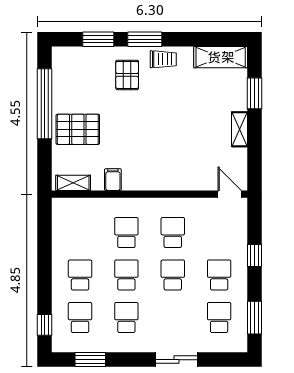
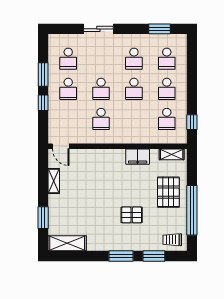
trolley: (163, 59) -> (172, 240), moved
pallet: (127, 75) -> (132, 215), moved, turned 90
pallet: (78, 129) -> (168, 192), turned 90
shelving: (239, 129) -> (54, 181), moved
filing cabinet: (113, 180) -> (138, 157), width x2.00
school desk: (126, 233) -> (167, 119), moved
window: (255, 318) -> (43, 75), moved
window: (45, 325) -> (192, 122), moved

